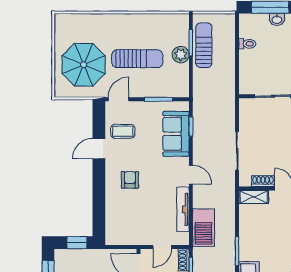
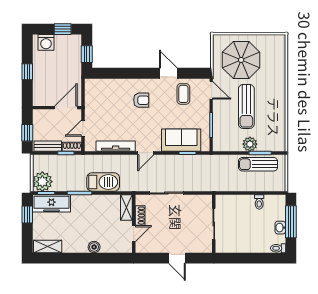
sun lounger: (204, 45) -> (258, 164), turned 180
barbecue: (204, 228) -> (103, 182), moved, turned 180
door: (162, 247) -> (83, 128), hinge flipped

